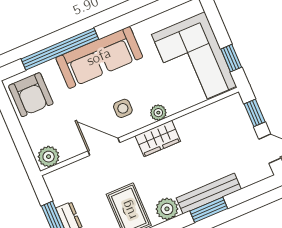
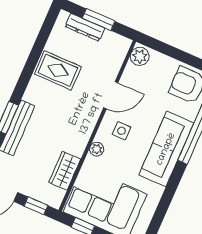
wardrobe: (158, 139) -> (65, 171), moved
plant: (167, 209) -> (34, 93), removed

